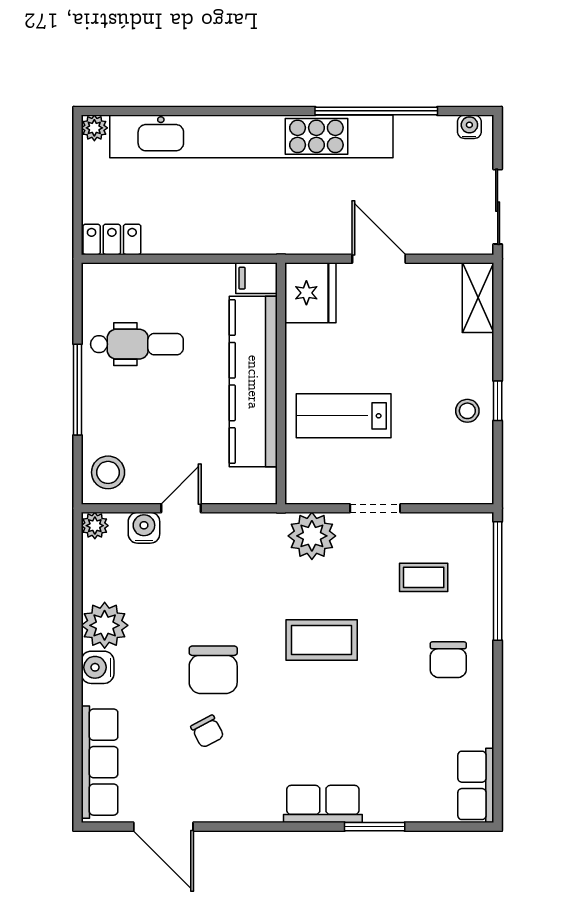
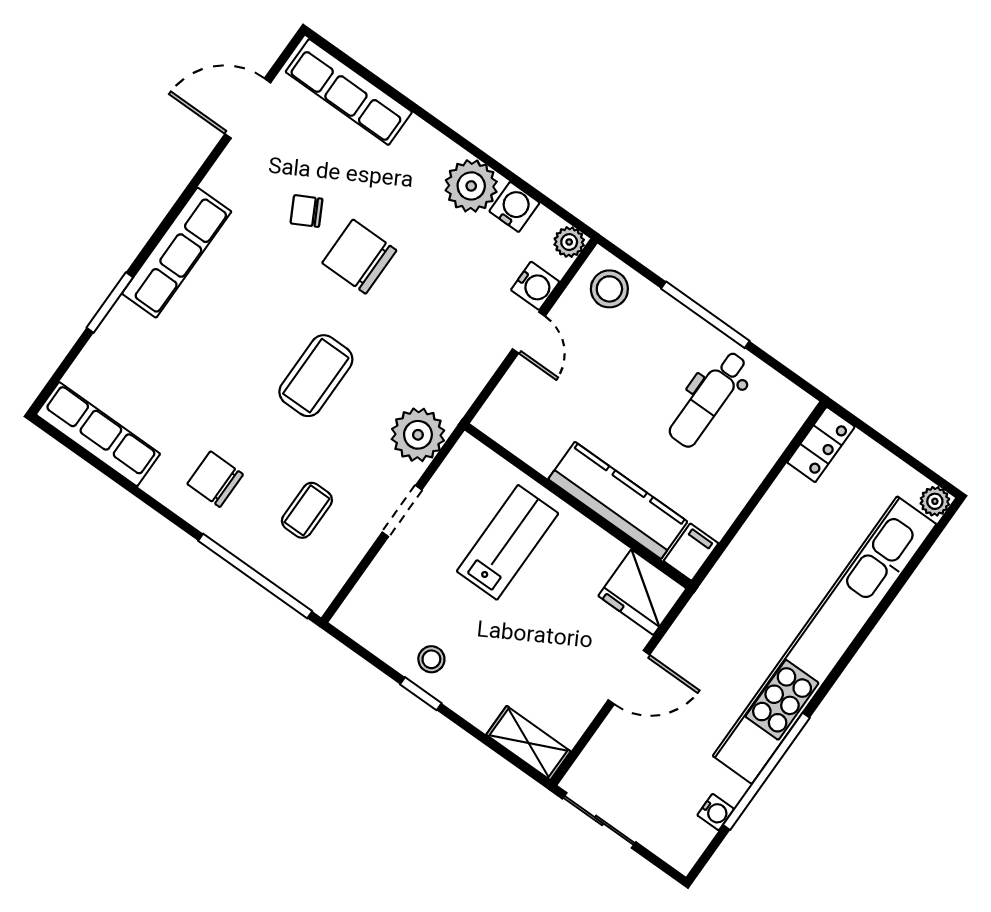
water cooler: (469, 127) -> (716, 812), moved
kitchen counter: (253, 382) -> (618, 500), width x0.72, depth x0.86
water cooler: (98, 667) -> (514, 207), moved
row of seats: (476, 785) -> (98, 434), width x1.48
row of seats: (323, 804) -> (177, 253), width x1.48

